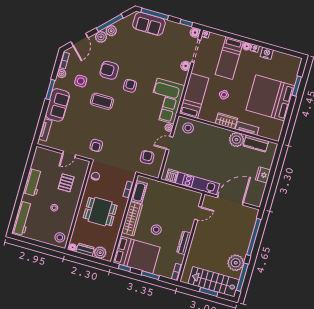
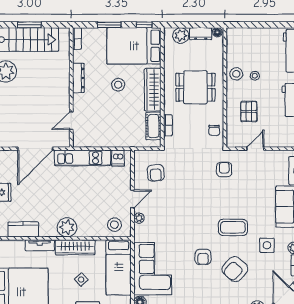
armchair: (109, 70) -> (235, 269), turned 131
corner sofa: (166, 101) -> (153, 269), moved
wardrobe: (226, 121) -> (75, 247), width x1.50
plant: (236, 140) -> (67, 227), moved
stool: (60, 237) -> (236, 74), moved

